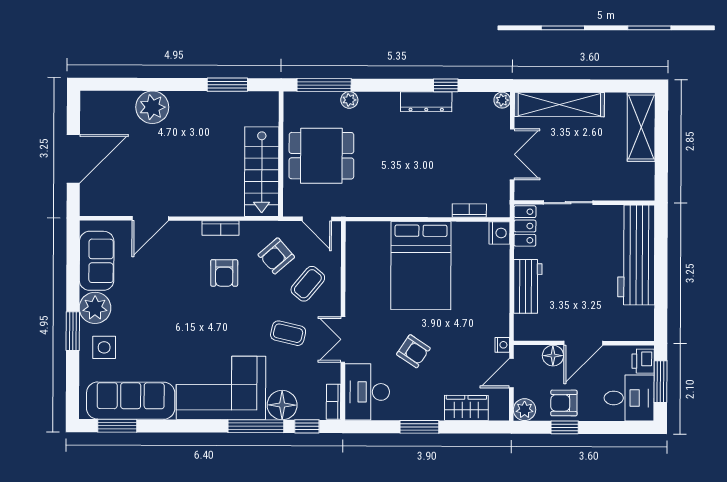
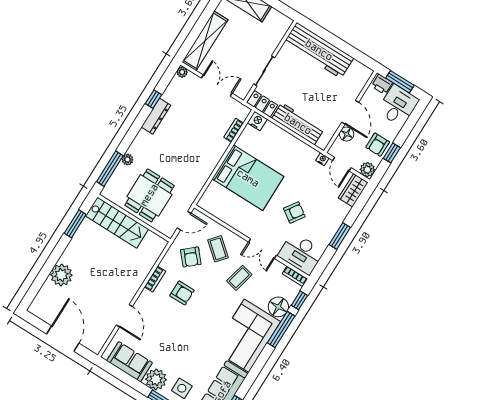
stairs: (262, 172) -> (117, 223), moved
workbench: (528, 286) -> (298, 124), width x1.37
wardrobe: (466, 408) -> (353, 190), moved

